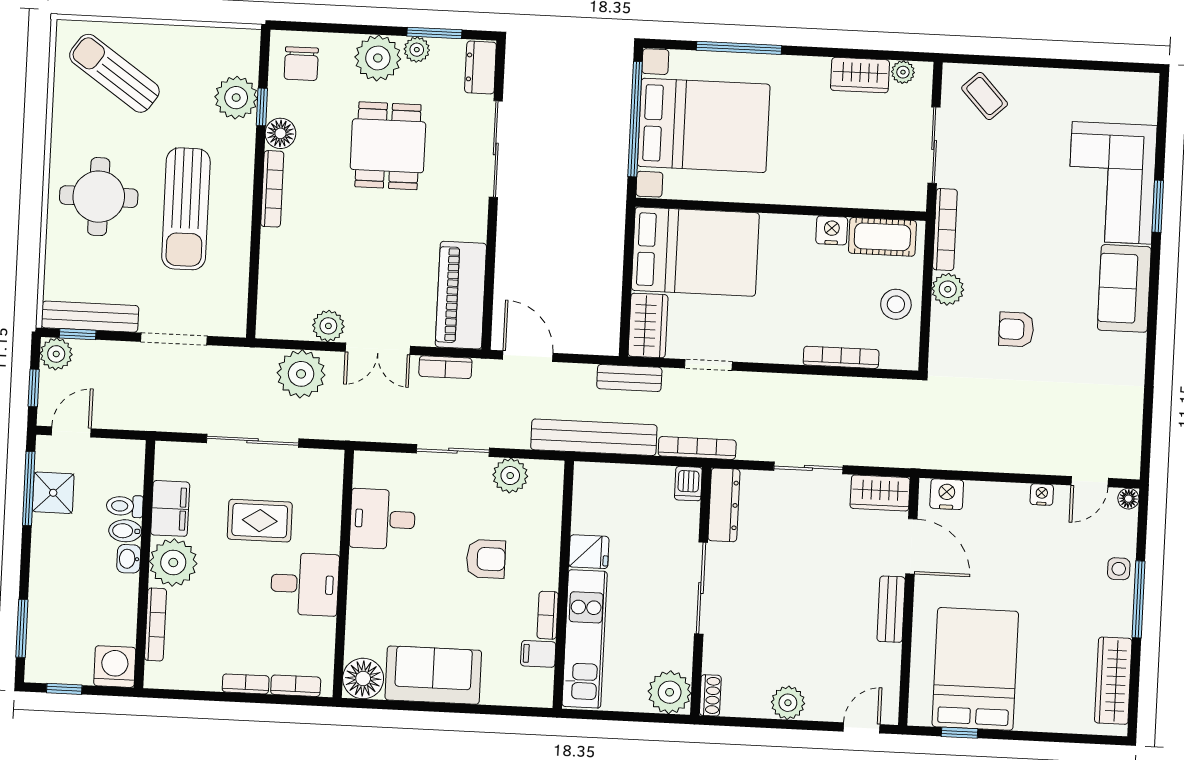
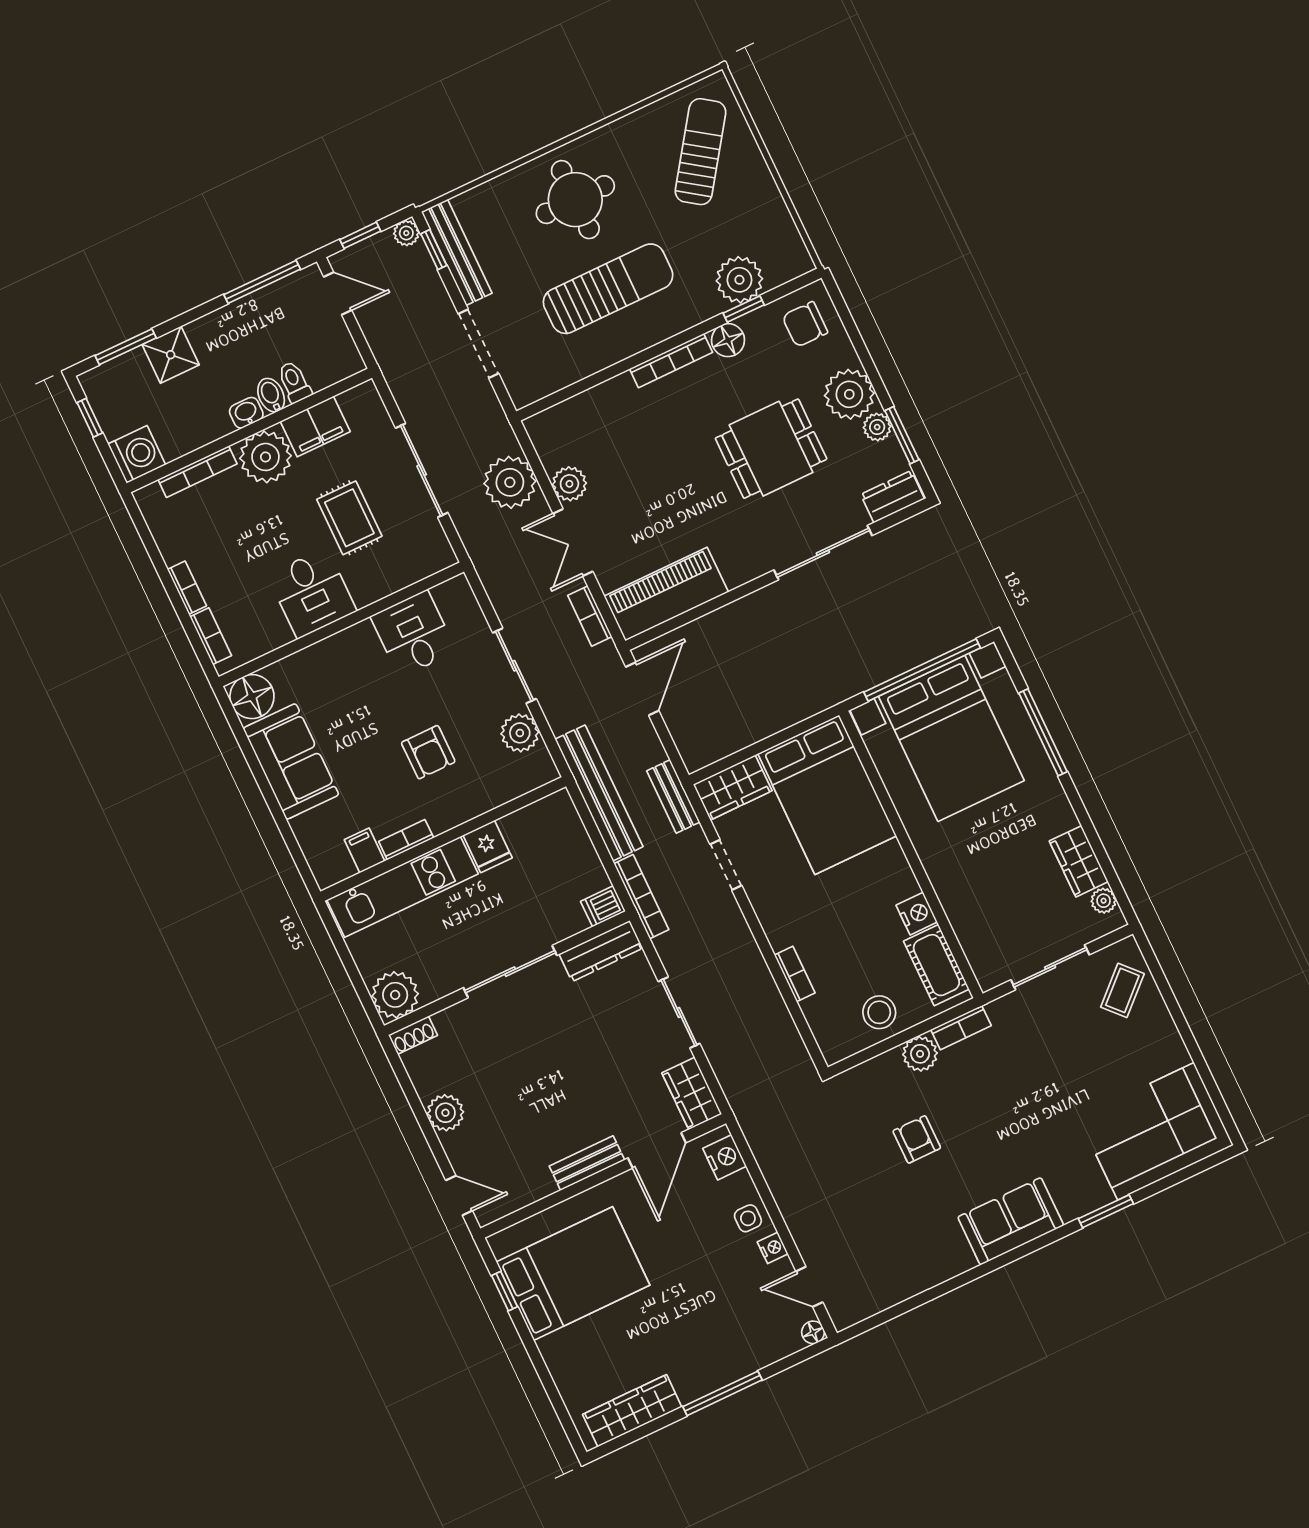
corner sofa: (1112, 183) -> (1156, 1131), moved
sun lounger: (186, 209) -> (608, 289), turned 180
bookcase: (945, 230) -> (961, 1028), width x0.64
plant: (56, 354) -> (406, 233), width x0.73, depth x0.73
bookcase: (841, 357) -> (795, 974), width x0.64
shower: (53, 493) -> (171, 355), moved
side table: (1119, 569) -> (748, 1218), moved

